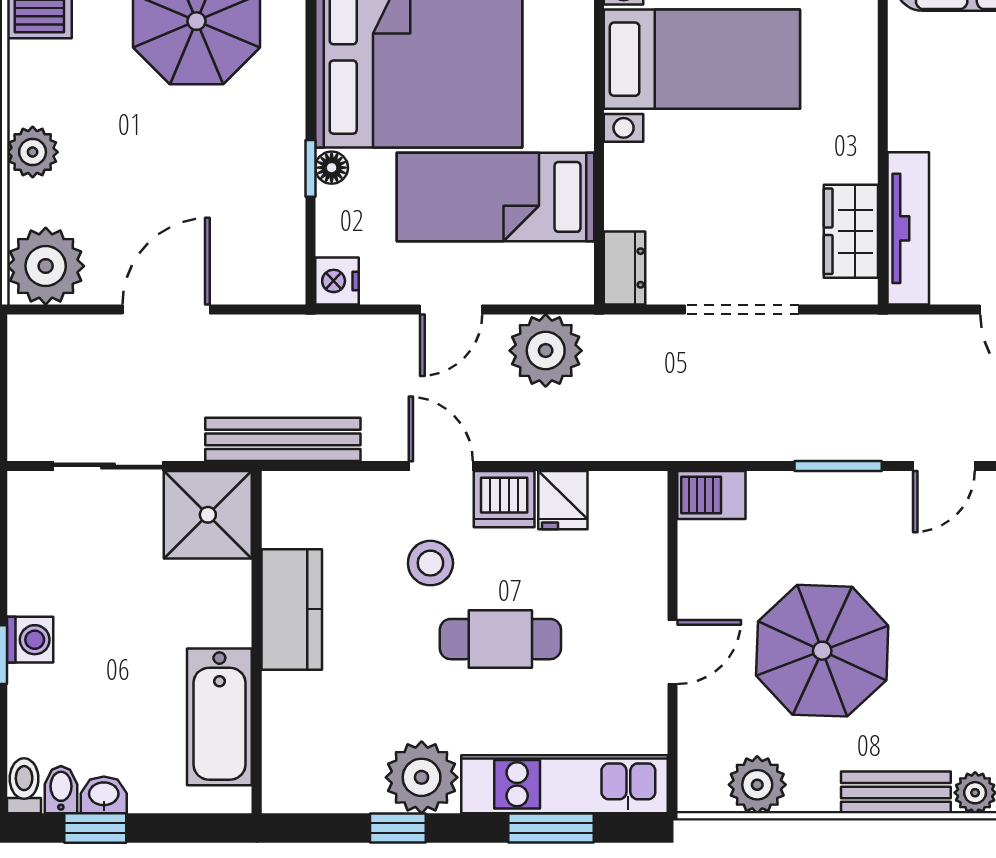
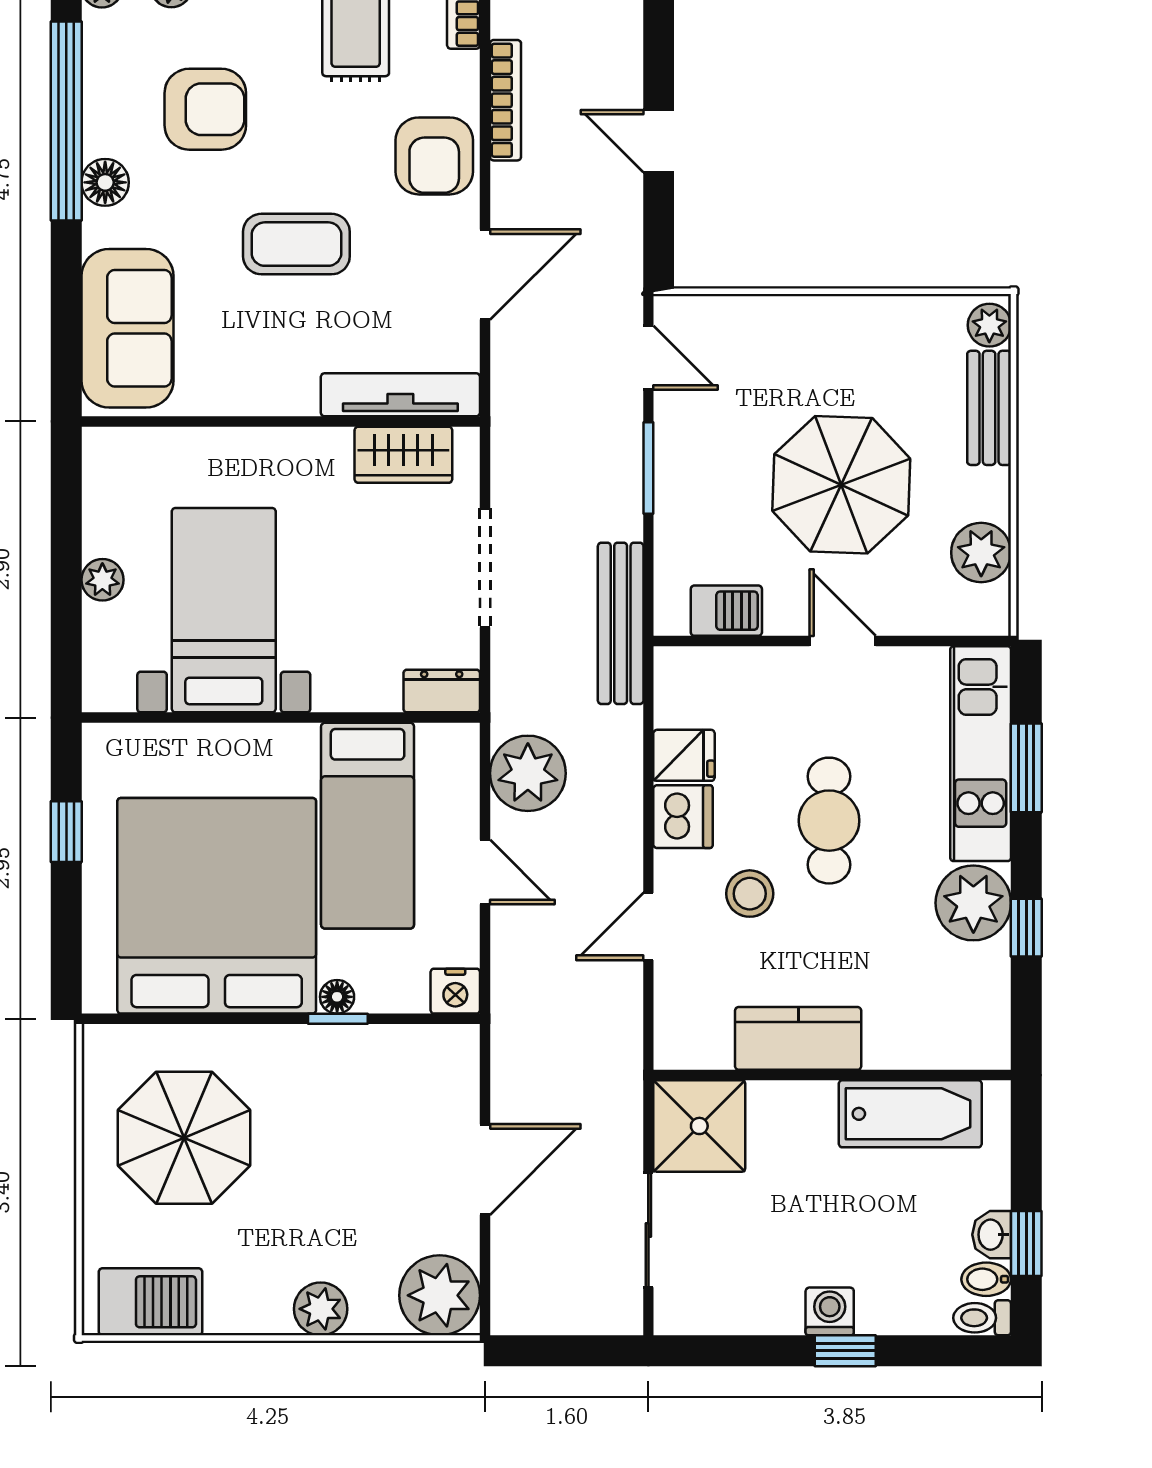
door: (166, 309) -> (485, 1169), swing flipped
bench: (283, 439) -> (621, 623), moved
door: (441, 466) -> (648, 927), moved
barbecue: (711, 495) -> (726, 611), moved, turned -90

